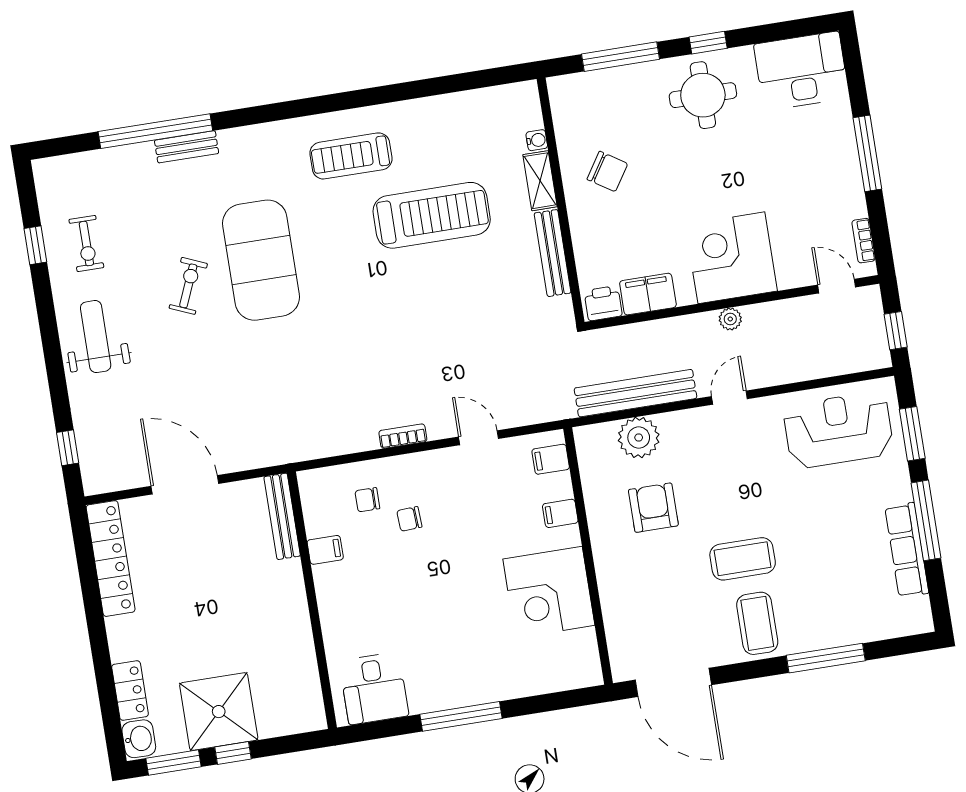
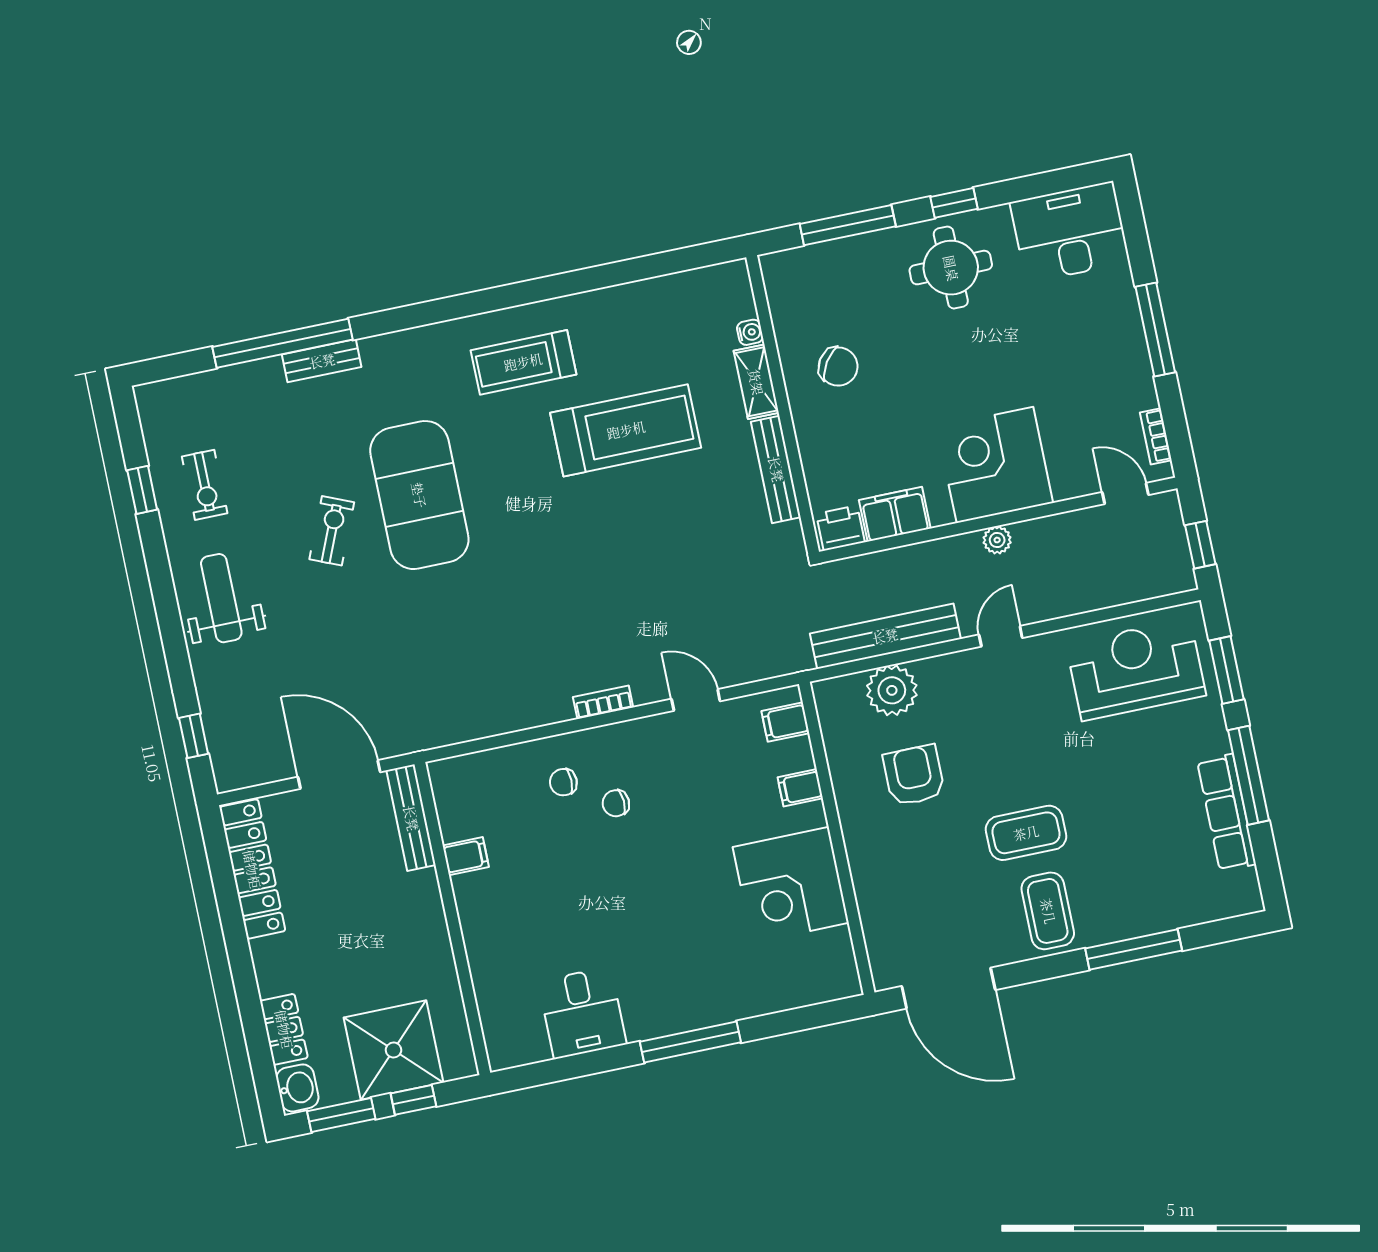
bench: (282, 516) -> (411, 818), moved
filing cabinet: (325, 550) -> (466, 856), moved
wall: (312, 600) -> (452, 919), moved

